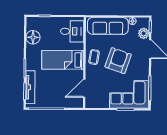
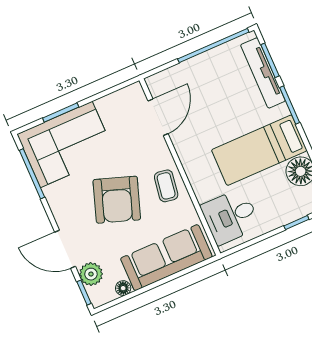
bed: (63, 60) -> (259, 150), moved, turned 180

